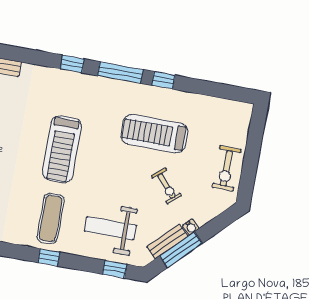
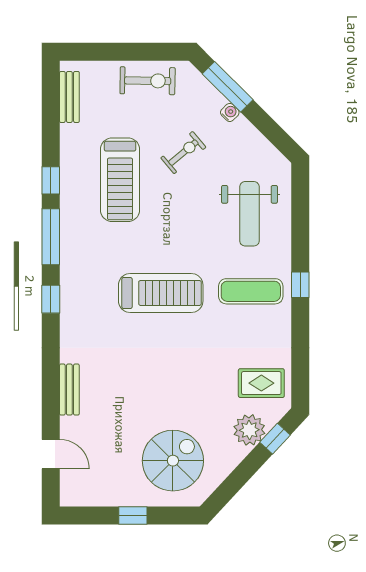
bench: (167, 241) -> (69, 97), moved, turned 45
window: (181, 250) -> (228, 87), moved
window: (115, 269) -> (300, 199), removed

